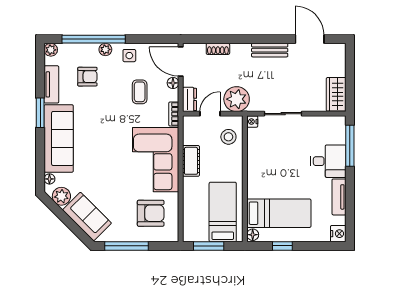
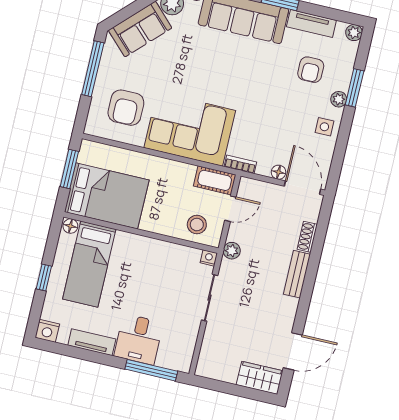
window: (94, 39) -> (355, 88), width x0.47
bench: (270, 50) -> (297, 274), moved
door: (181, 62) -> (302, 188), hinge flipped
coffee table: (140, 92) -> (277, 129), removed
wardrobe: (336, 94) -> (260, 378), moved
dresser: (189, 99) -> (254, 188), removed
plant: (237, 99) -> (232, 251), width x0.53, depth x0.53
door: (210, 114) -> (230, 209), hinge flipped
cot: (191, 161) -> (215, 180), moved
bed: (223, 212) -> (107, 196), width x1.50
window: (282, 246) -> (44, 278), moved

